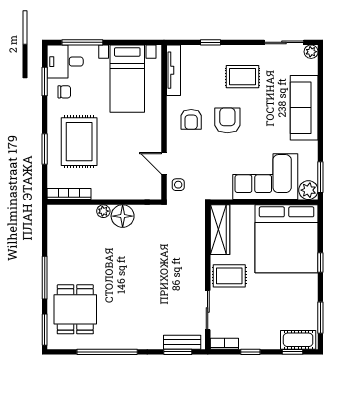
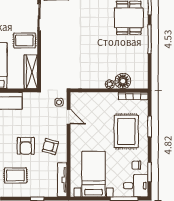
armchair: (191, 119) -> (50, 147), turned -75
floor lamp: (123, 216) -> (123, 81), moved

